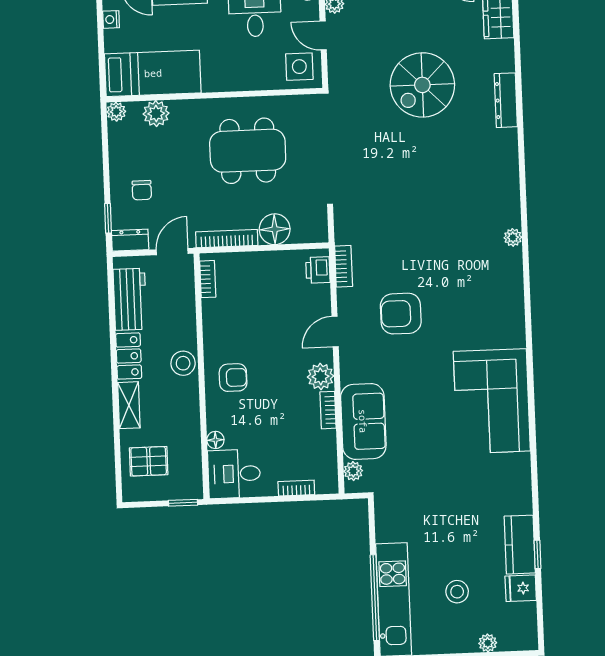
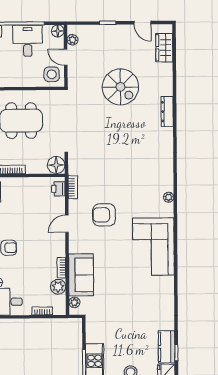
spiral stairs: (422, 85) -> (120, 87), turned -90
dresser: (506, 100) -> (167, 112), moved
floor lamp: (275, 229) -> (56, 165), moved
plant: (513, 237) -> (169, 197), moved
plant: (321, 377) -> (58, 287), moved
corner sofa: (492, 401) -> (153, 247), moved

